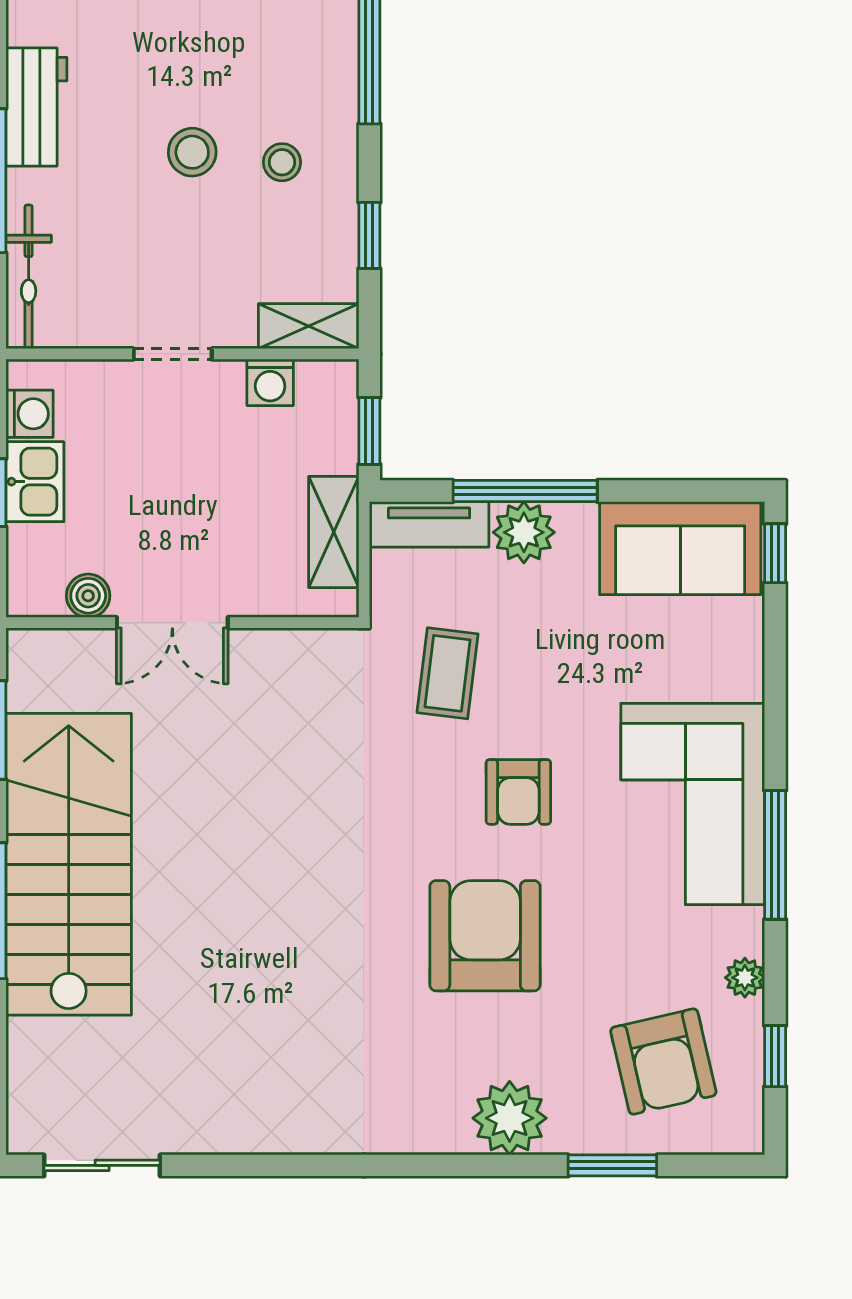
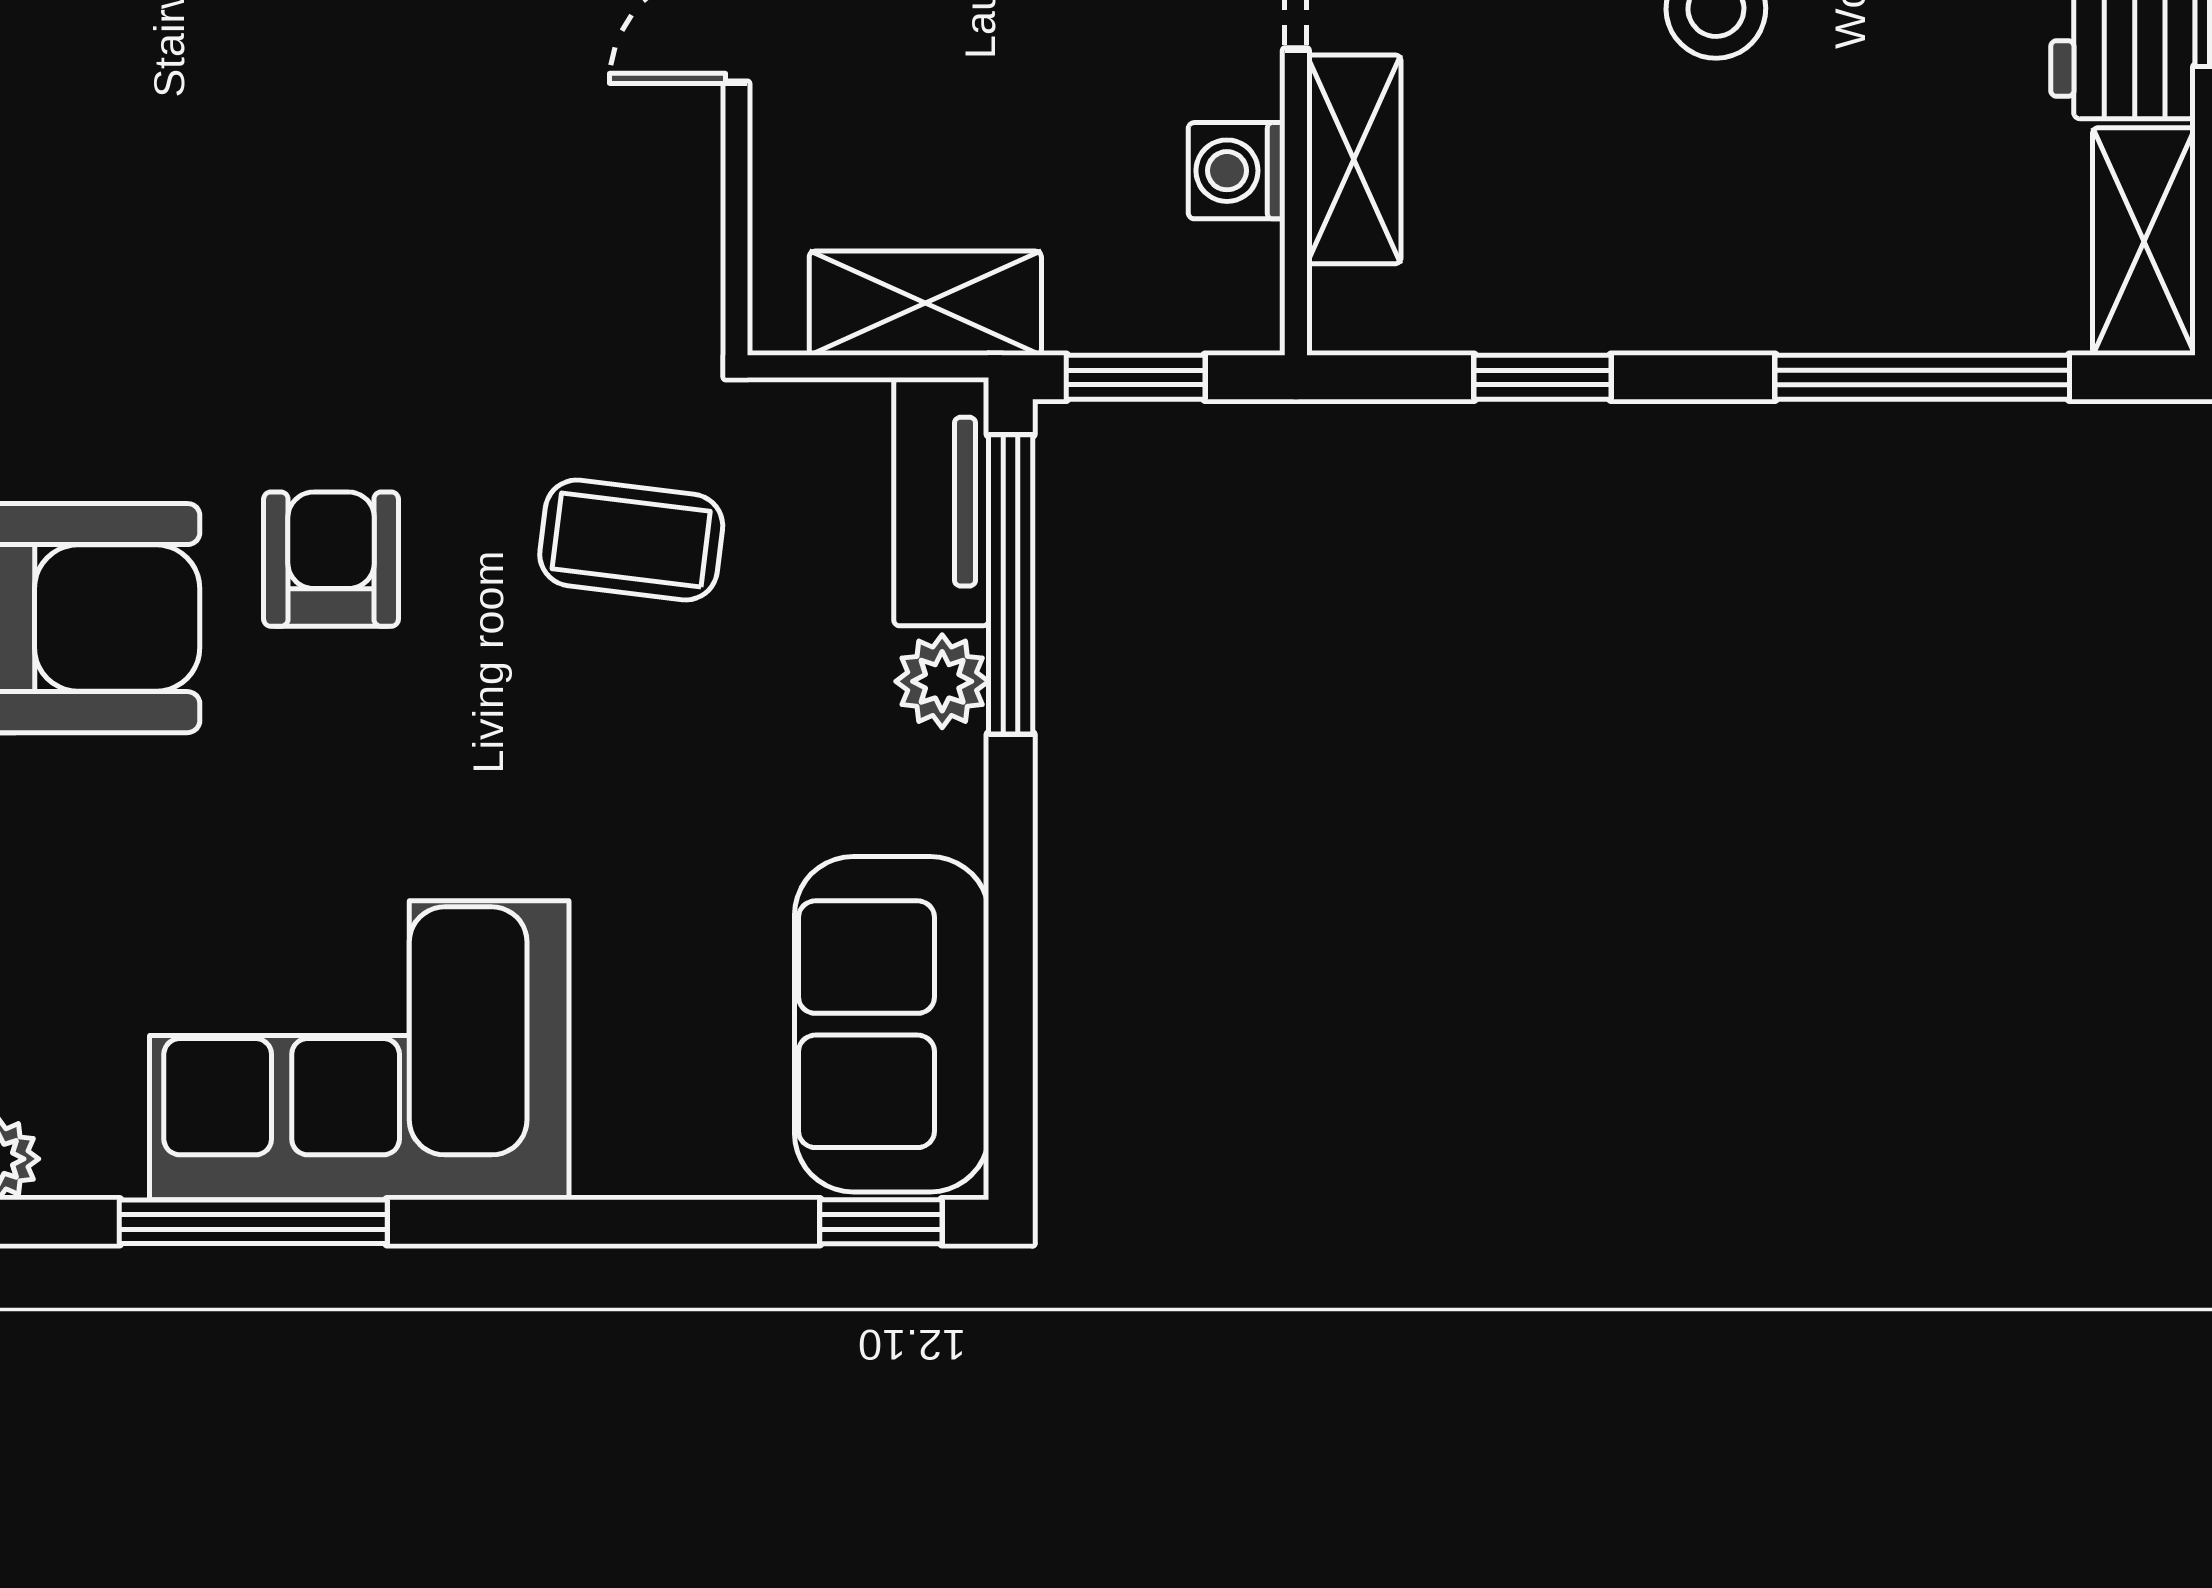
stool: (282, 162) -> (1695, 195), removed
shelving: (309, 326) -> (1354, 159), moved
window: (525, 491) -> (1011, 584), moved
plant: (524, 532) -> (942, 681), width x0.73, depth x0.73
armchair: (518, 792) -> (331, 559), moved, turned 90

